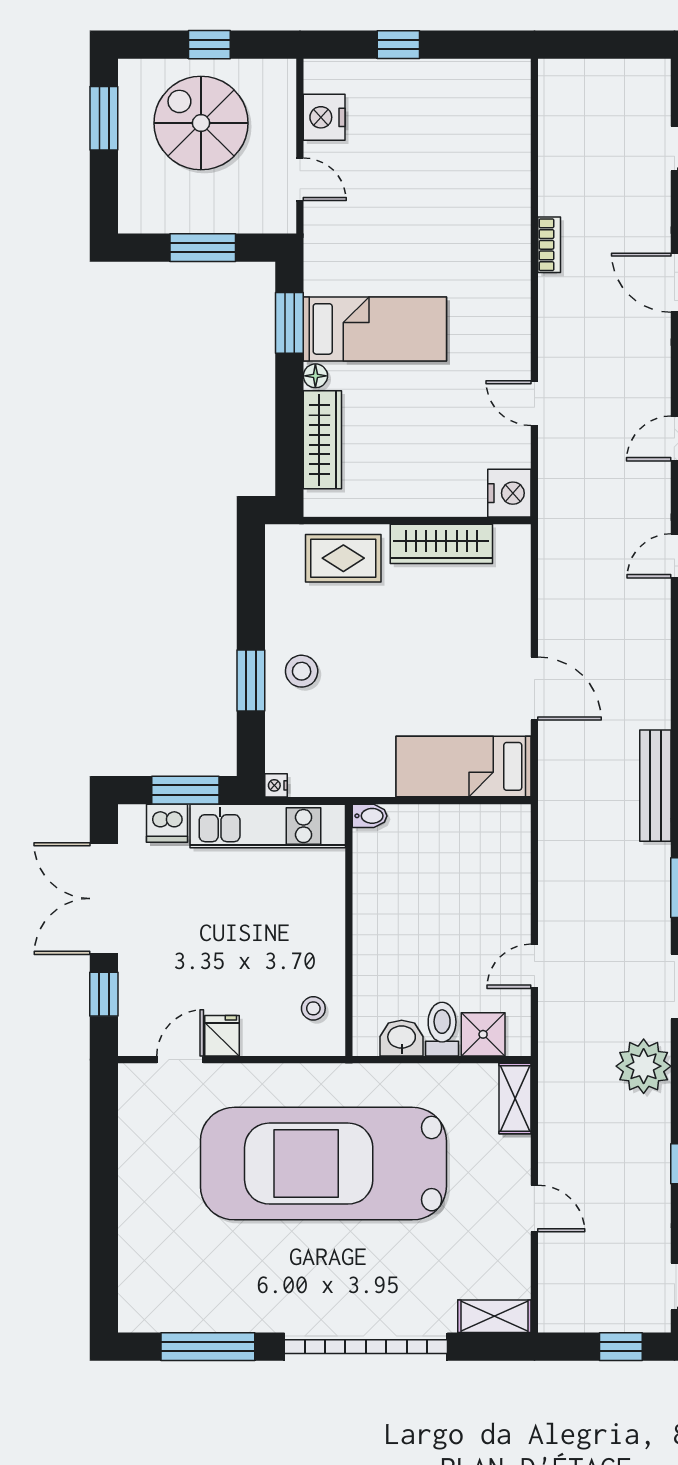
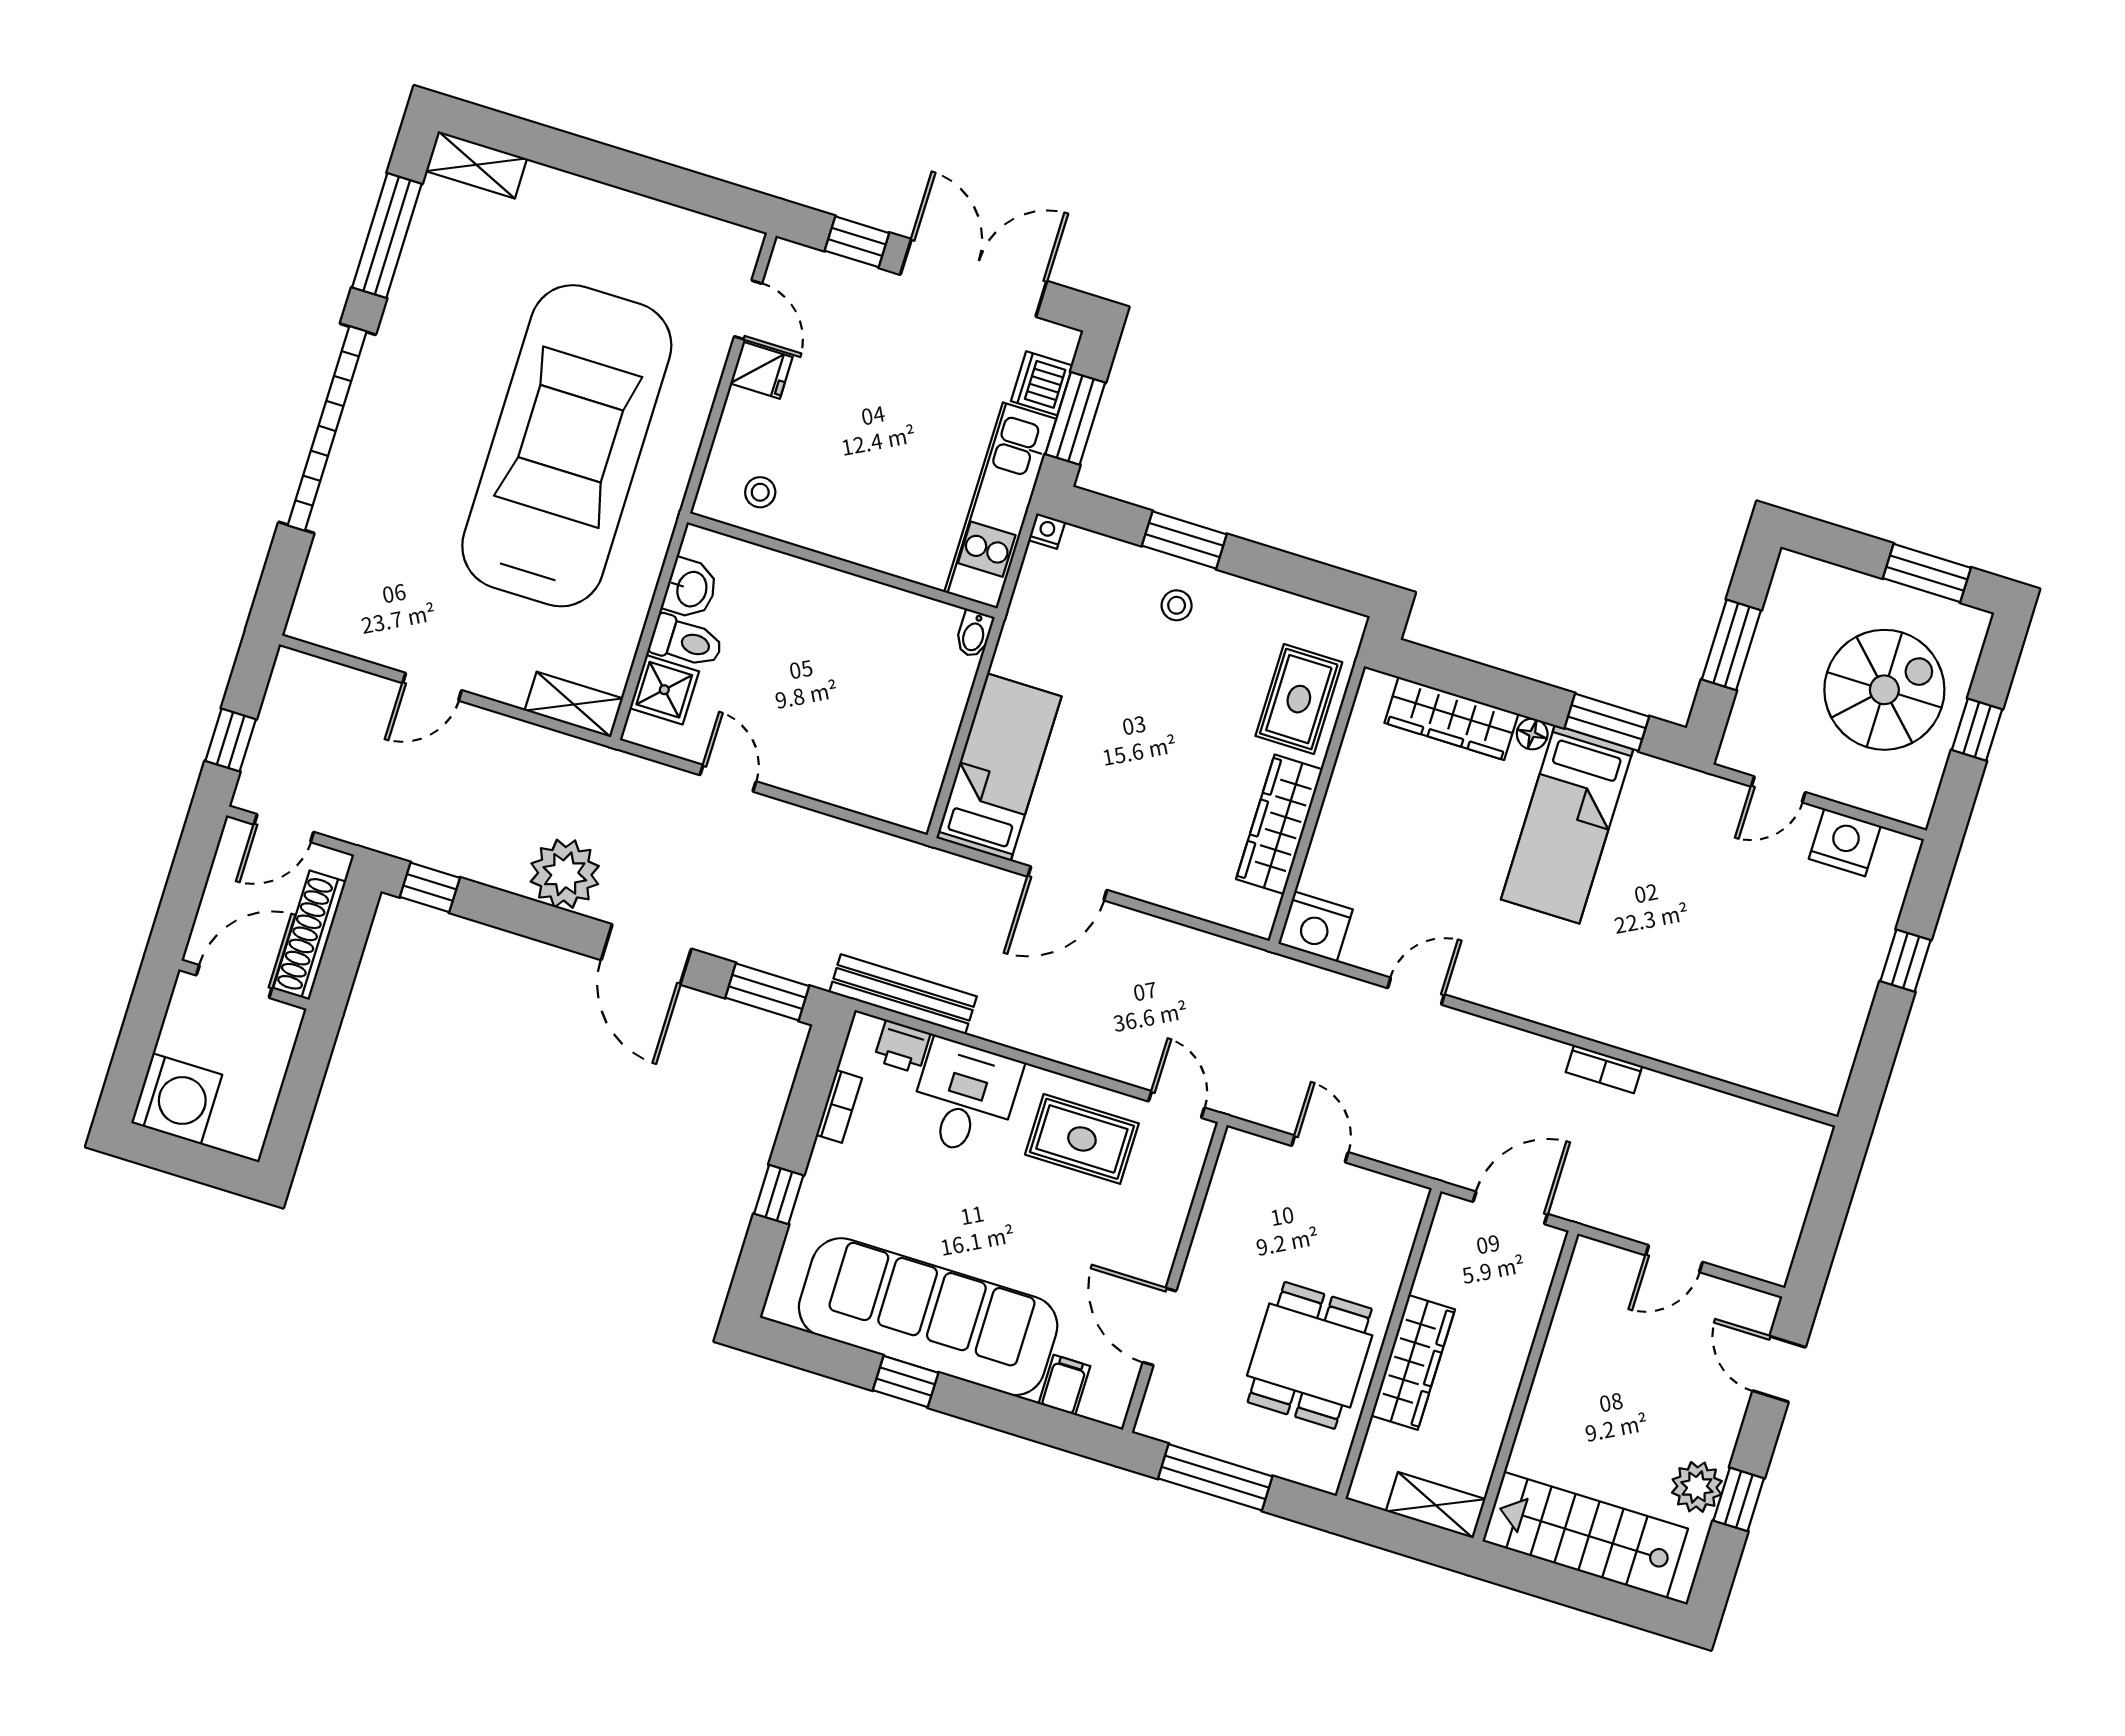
stool: (302, 671) -> (1177, 605), width x0.73, depth x0.73
shelving: (494, 1316) -> (476, 165), moved, turned 90

